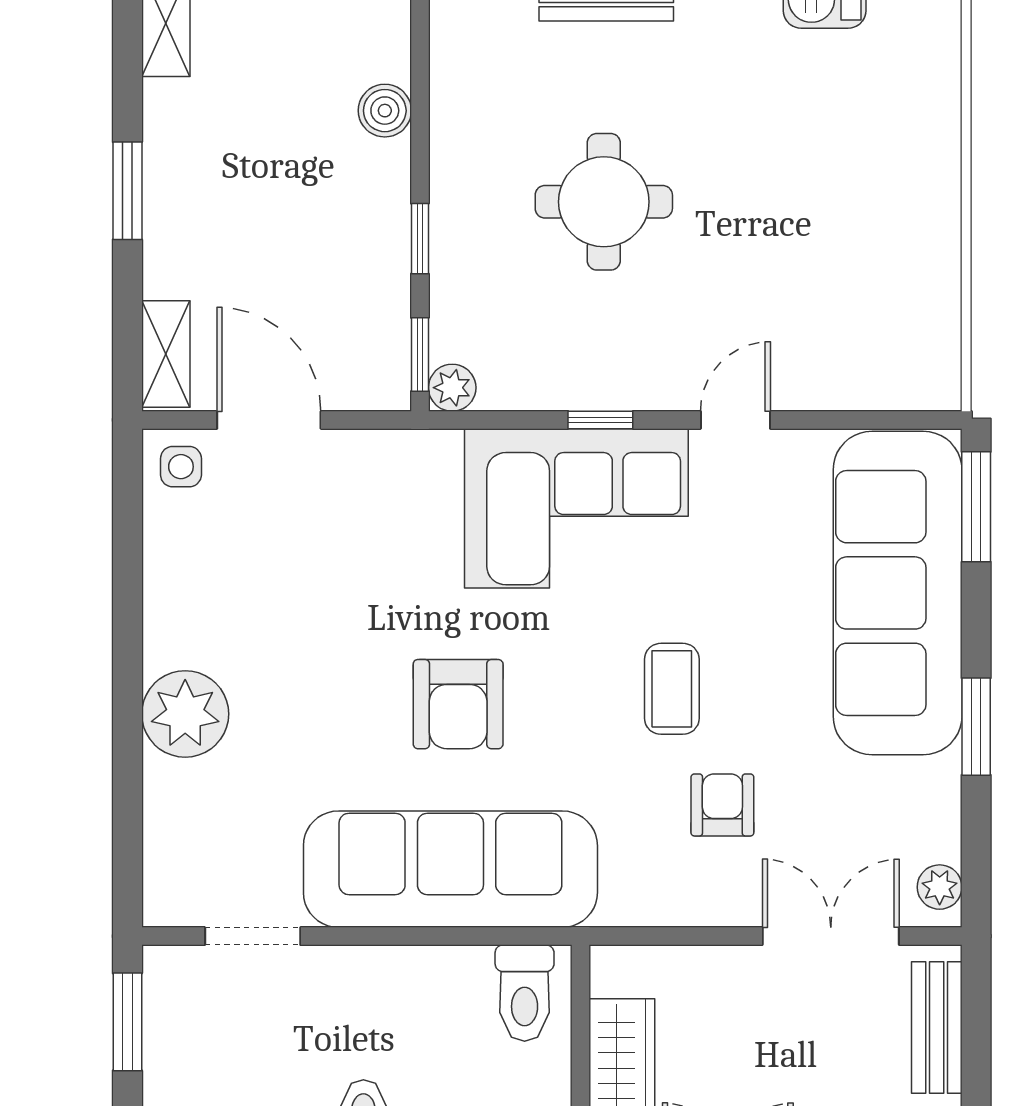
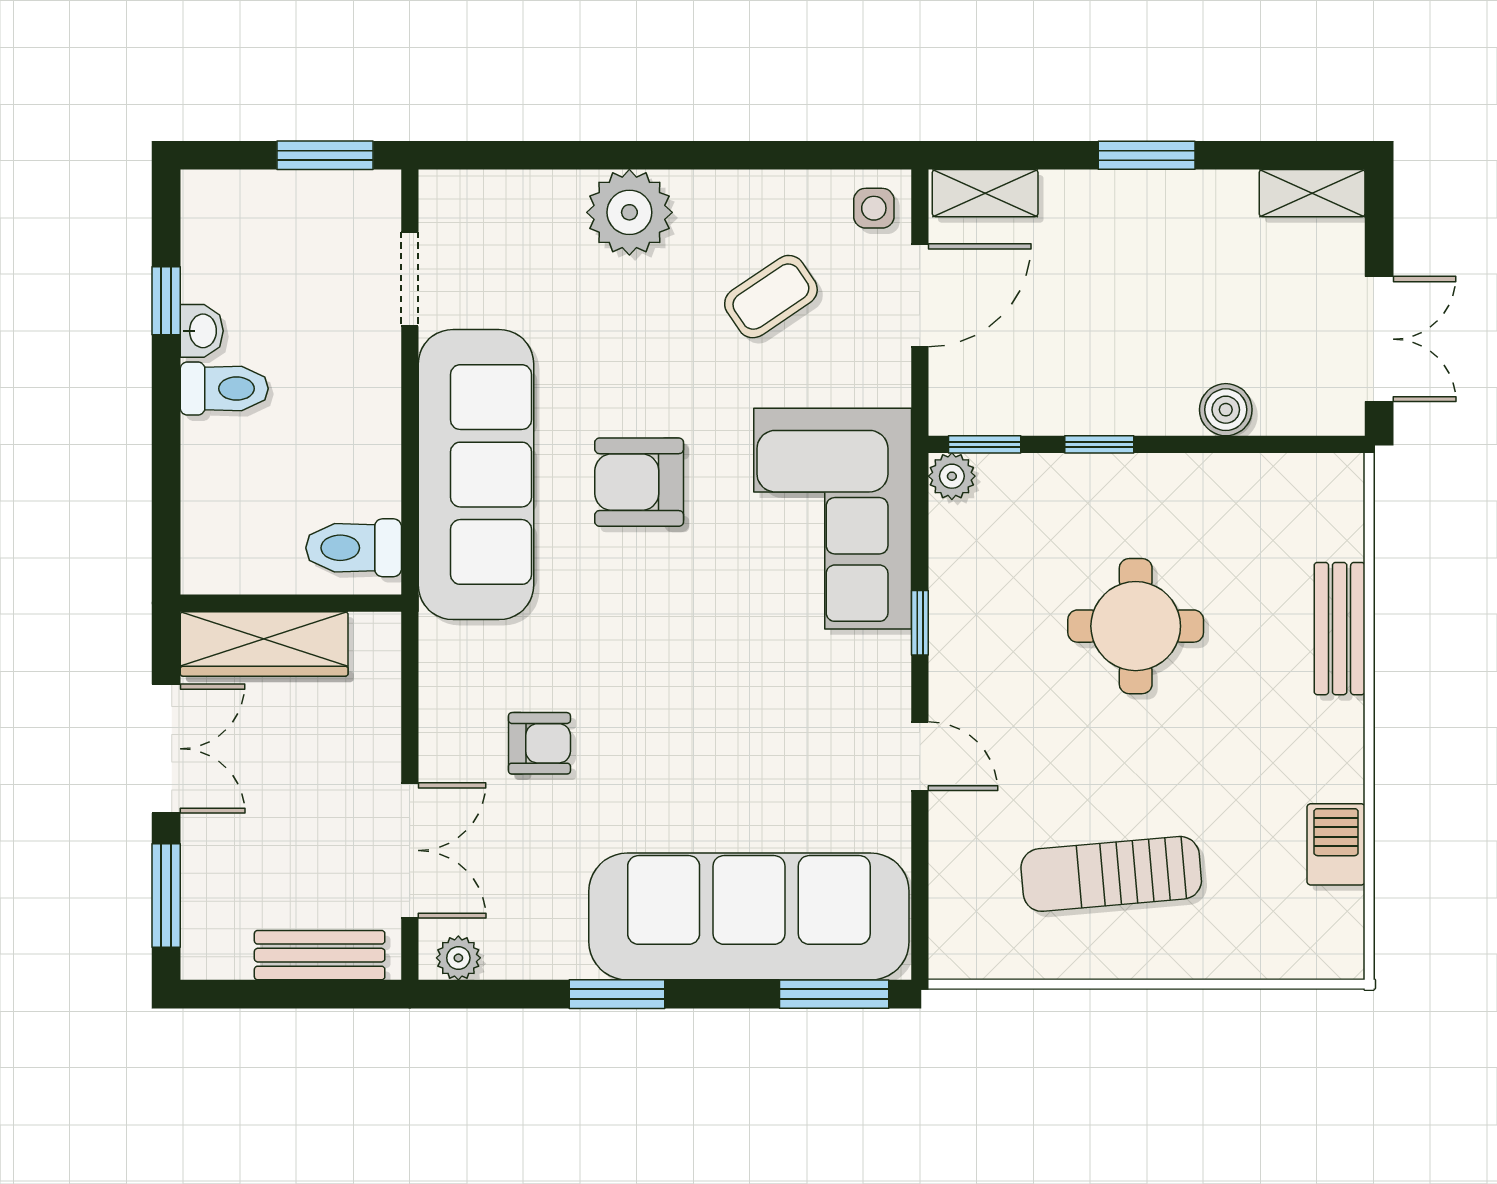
sun lounger: (855, 226) -> (1111, 874), added
corner sofa: (576, 508) -> (833, 519), moved
coffee table: (672, 689) -> (771, 297), moved, turned -34

